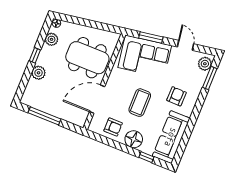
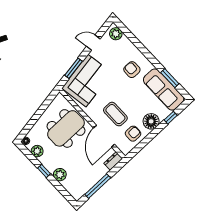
window: (210, 78) -> (170, 78), moved
coffee table: (140, 103) -> (115, 114), moved
dresser: (77, 120) -> (113, 161), added

